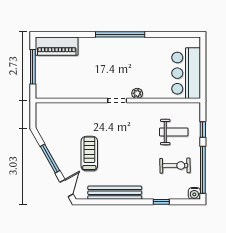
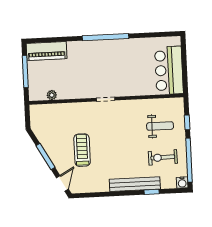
plant: (137, 93) -> (52, 95), moved
exercise bike: (175, 166) -> (163, 157), turned 180
bench: (115, 193) -> (135, 184), moved

